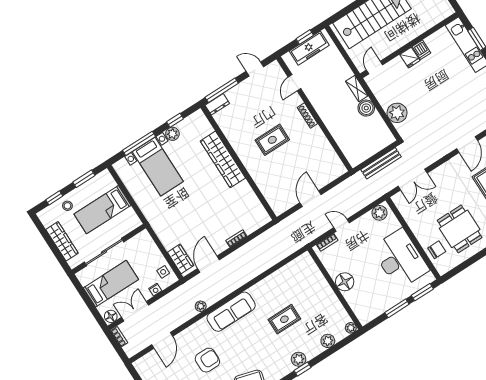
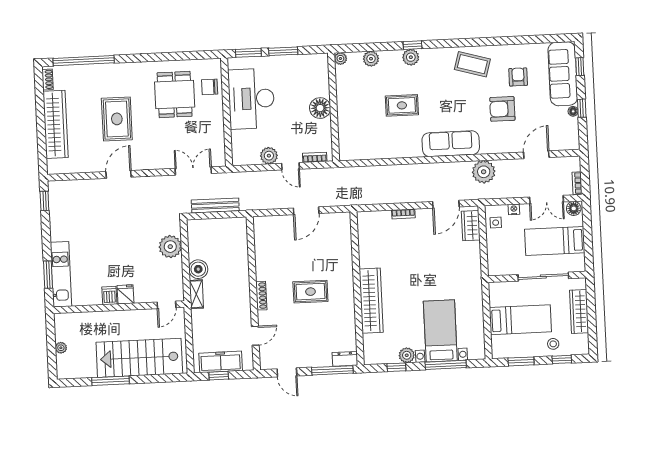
plant: (379, 213) -> (269, 156), moved
plant: (201, 306) -> (484, 172), width x1.88, depth x1.88

